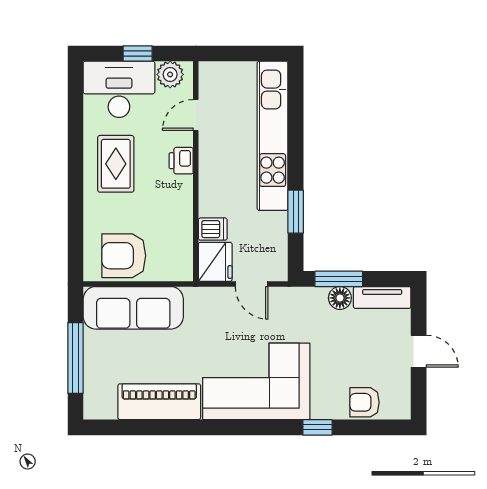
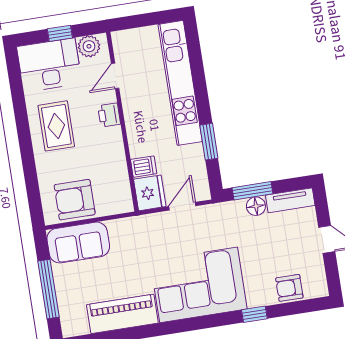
door: (252, 284) -> (182, 206), swing flipped
sofa: (133, 308) -> (78, 243), width x0.73

